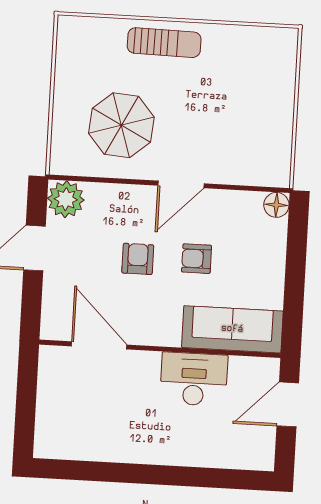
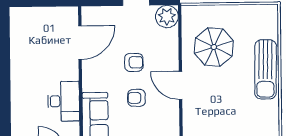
sun lounger: (164, 43) -> (265, 69), width x1.36, depth x1.34
armchair: (197, 259) -> (136, 98), turned -90

